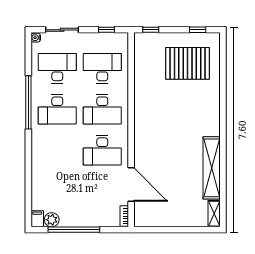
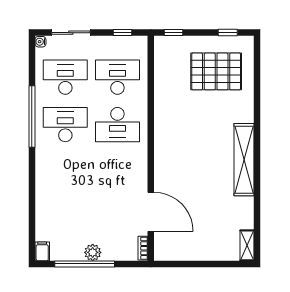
desk: (57, 109) -> (65, 125), turned 180
desk: (102, 150) -> (117, 172), removed
shelving: (212, 168) -> (244, 160), moved
plant: (52, 220) -> (93, 252), moved

